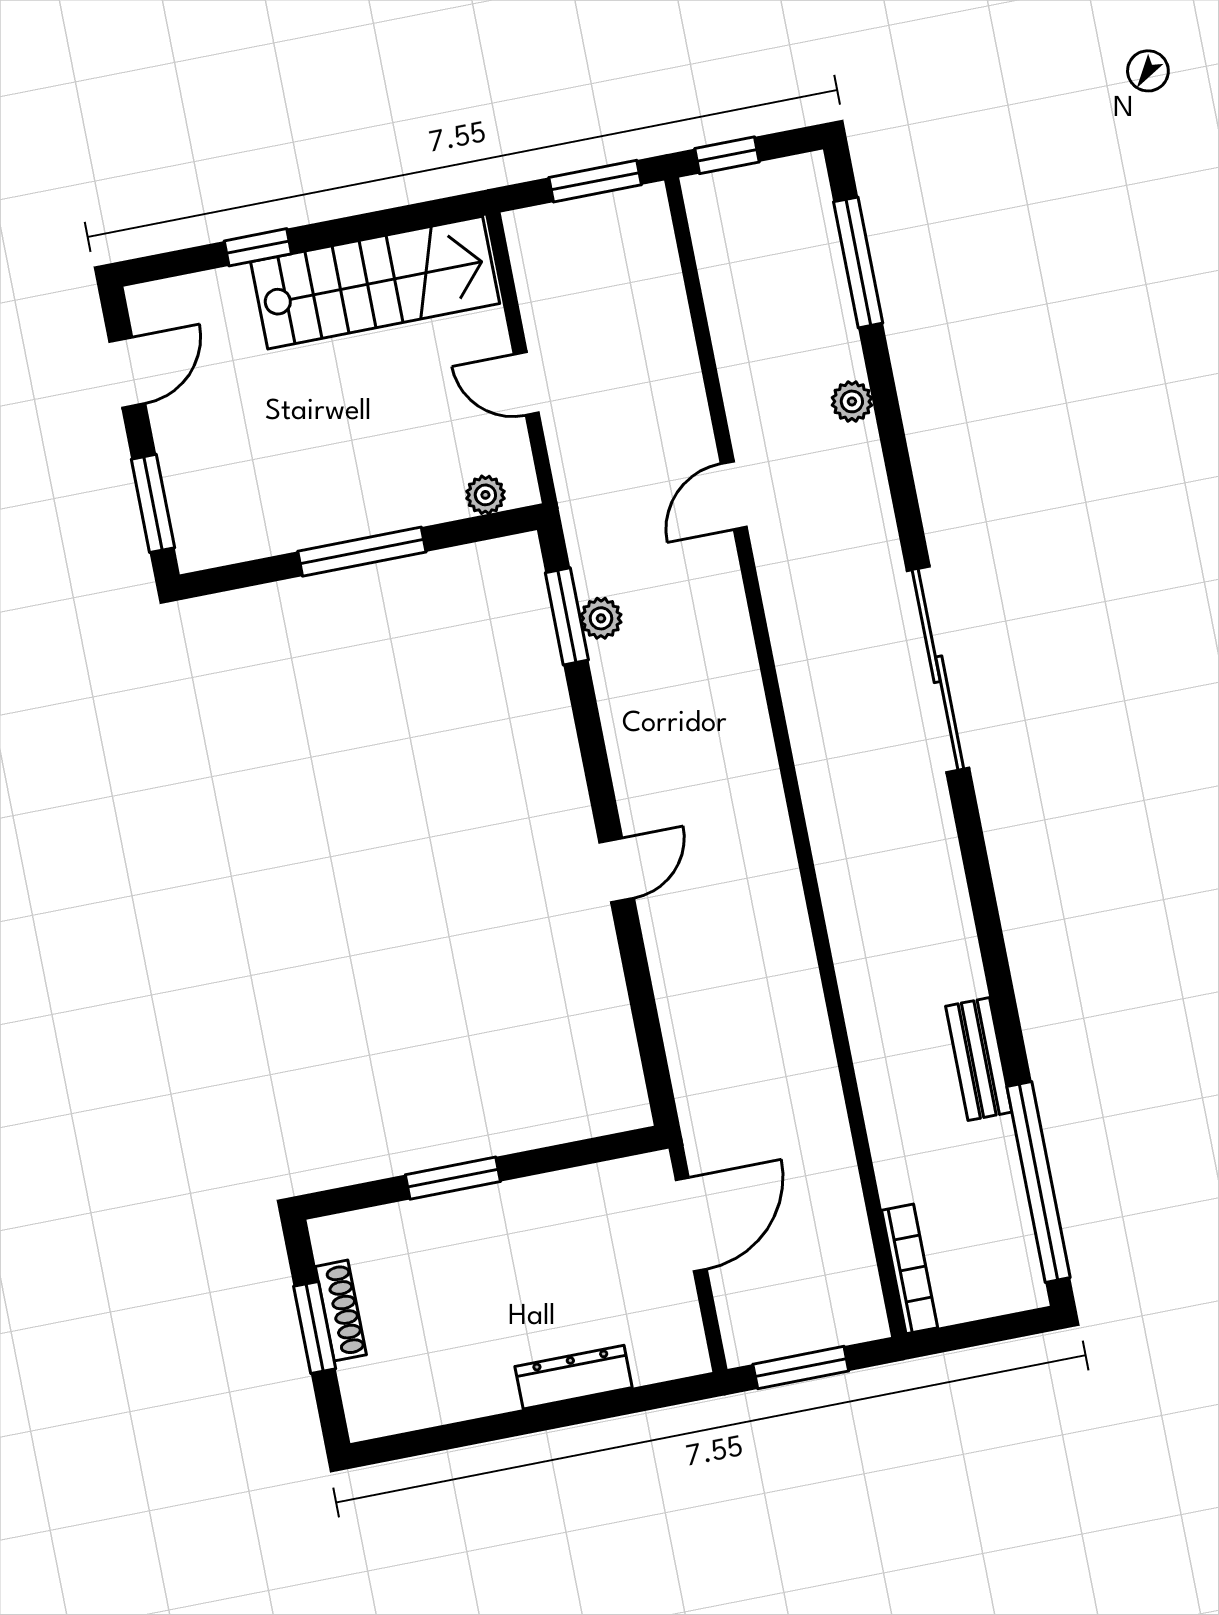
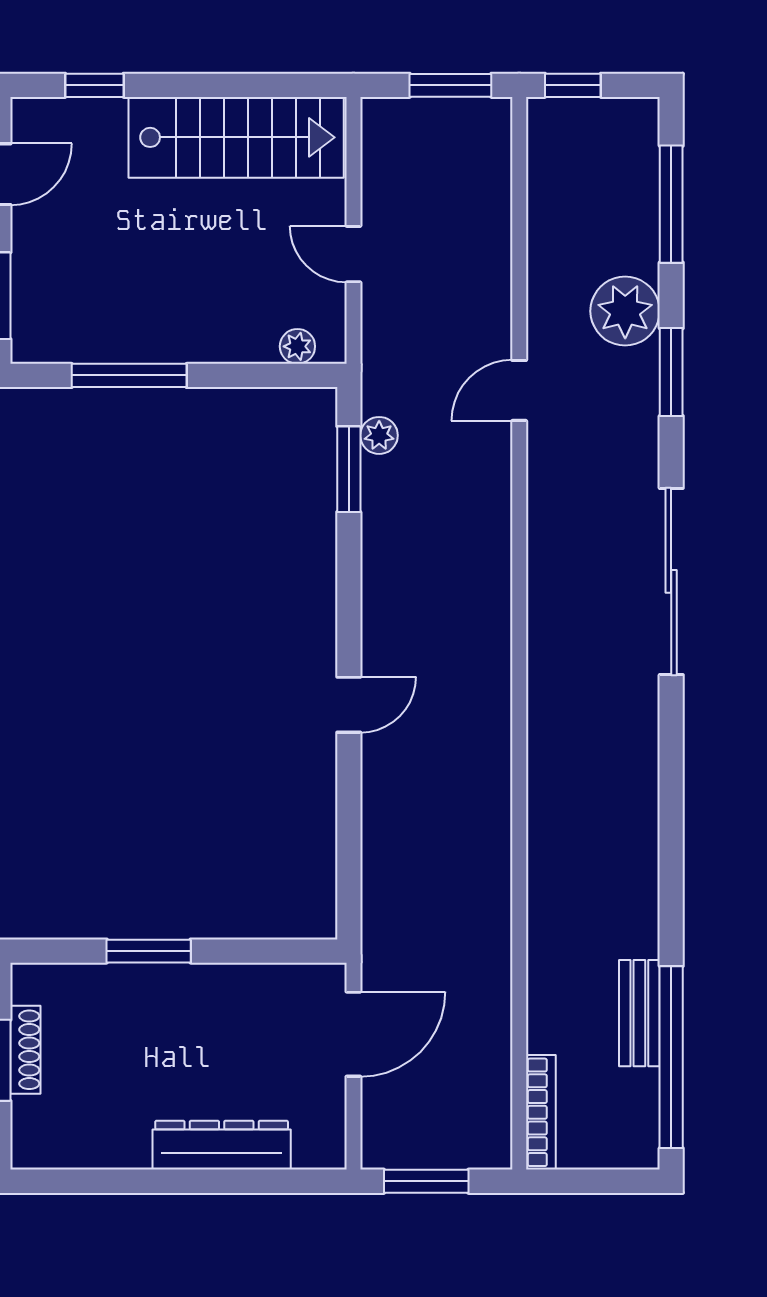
window: (258, 247) -> (94, 85), moved
plant: (852, 401) -> (625, 311), width x1.88, depth x1.88
window: (894, 444) -> (671, 372), added
window: (362, 552) -> (129, 375), moved
plant: (601, 618) -> (379, 435), moved
bench: (979, 1059) -> (639, 1013), moved
dresser: (574, 1377) -> (222, 1145), width x1.37, depth x1.24

